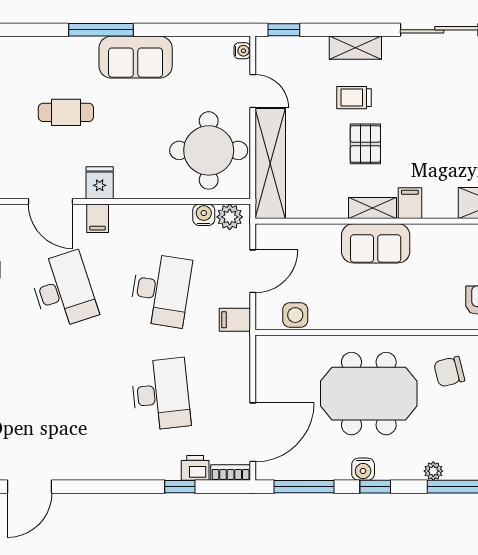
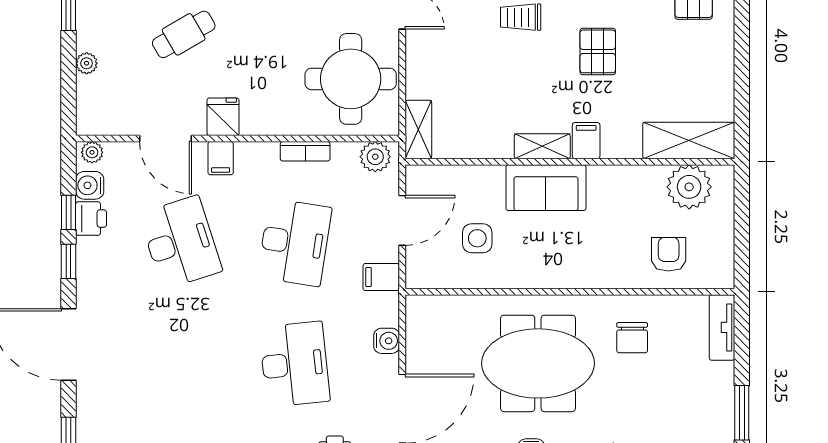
cafe table: (66, 112) -> (184, 34), turned -30
pallet: (365, 144) -> (598, 51), moved
shelving: (270, 164) -> (418, 129), width x0.45, depth x0.75
bookcase: (170, 212) -> (305, 151), added
water cooler: (204, 215) -> (387, 341), moved, turned 90
side table: (295, 315) -> (477, 238), moved
chair: (449, 372) -> (632, 338), turned -76

